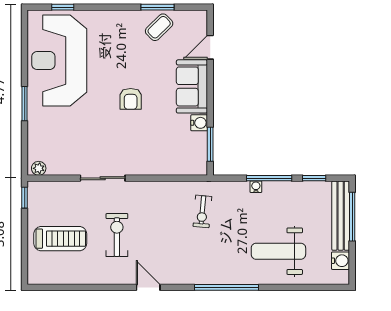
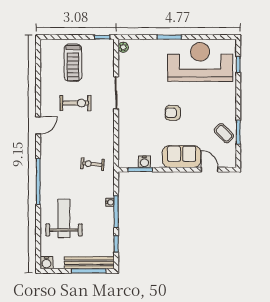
water cooler: (199, 123) -> (144, 162), moved
water cooler: (340, 261) -> (46, 263), moved

